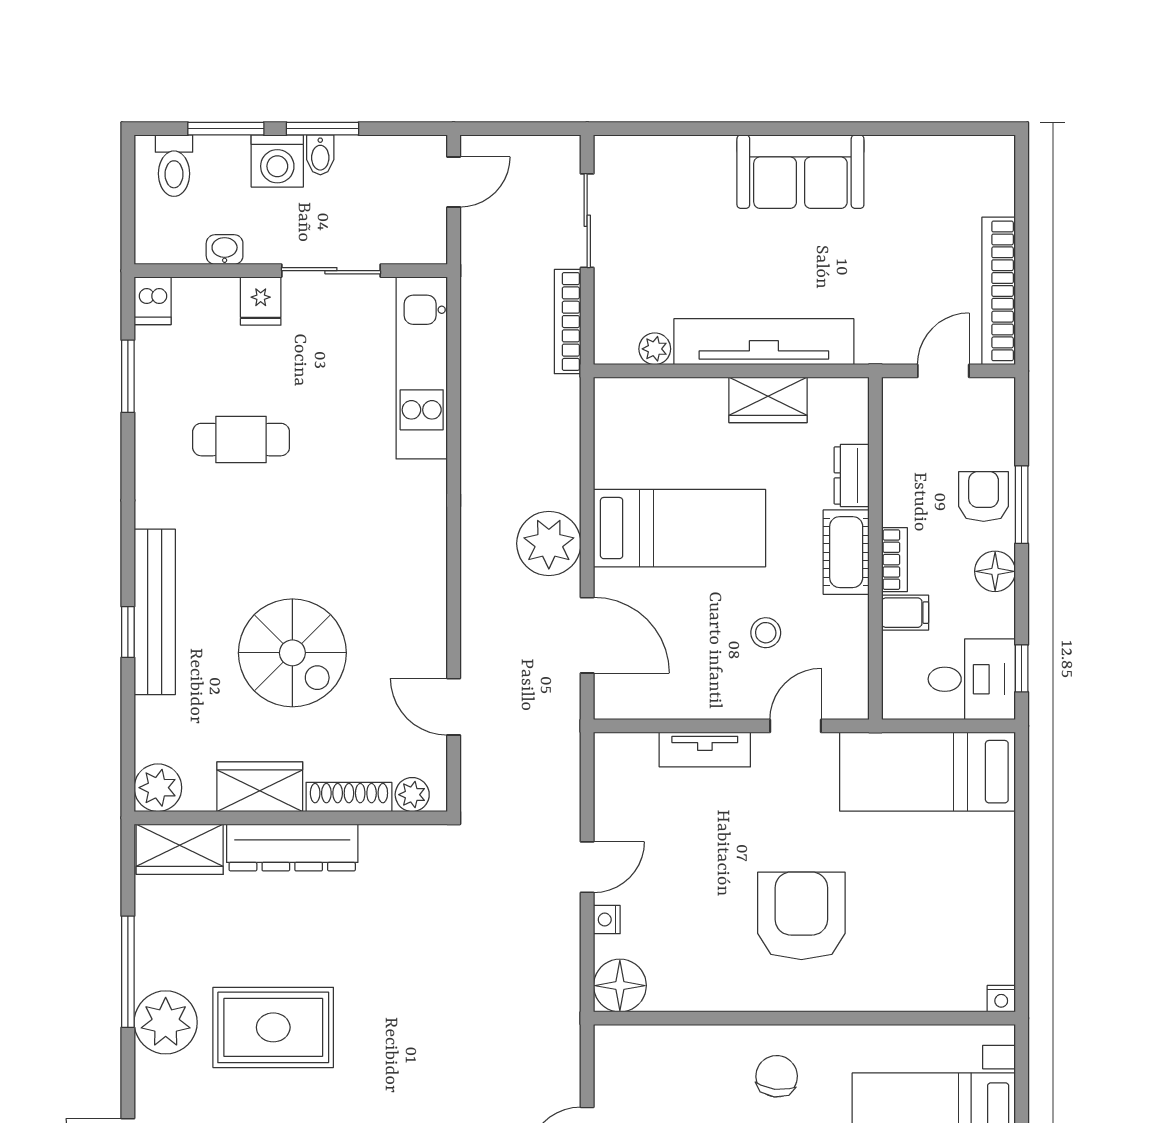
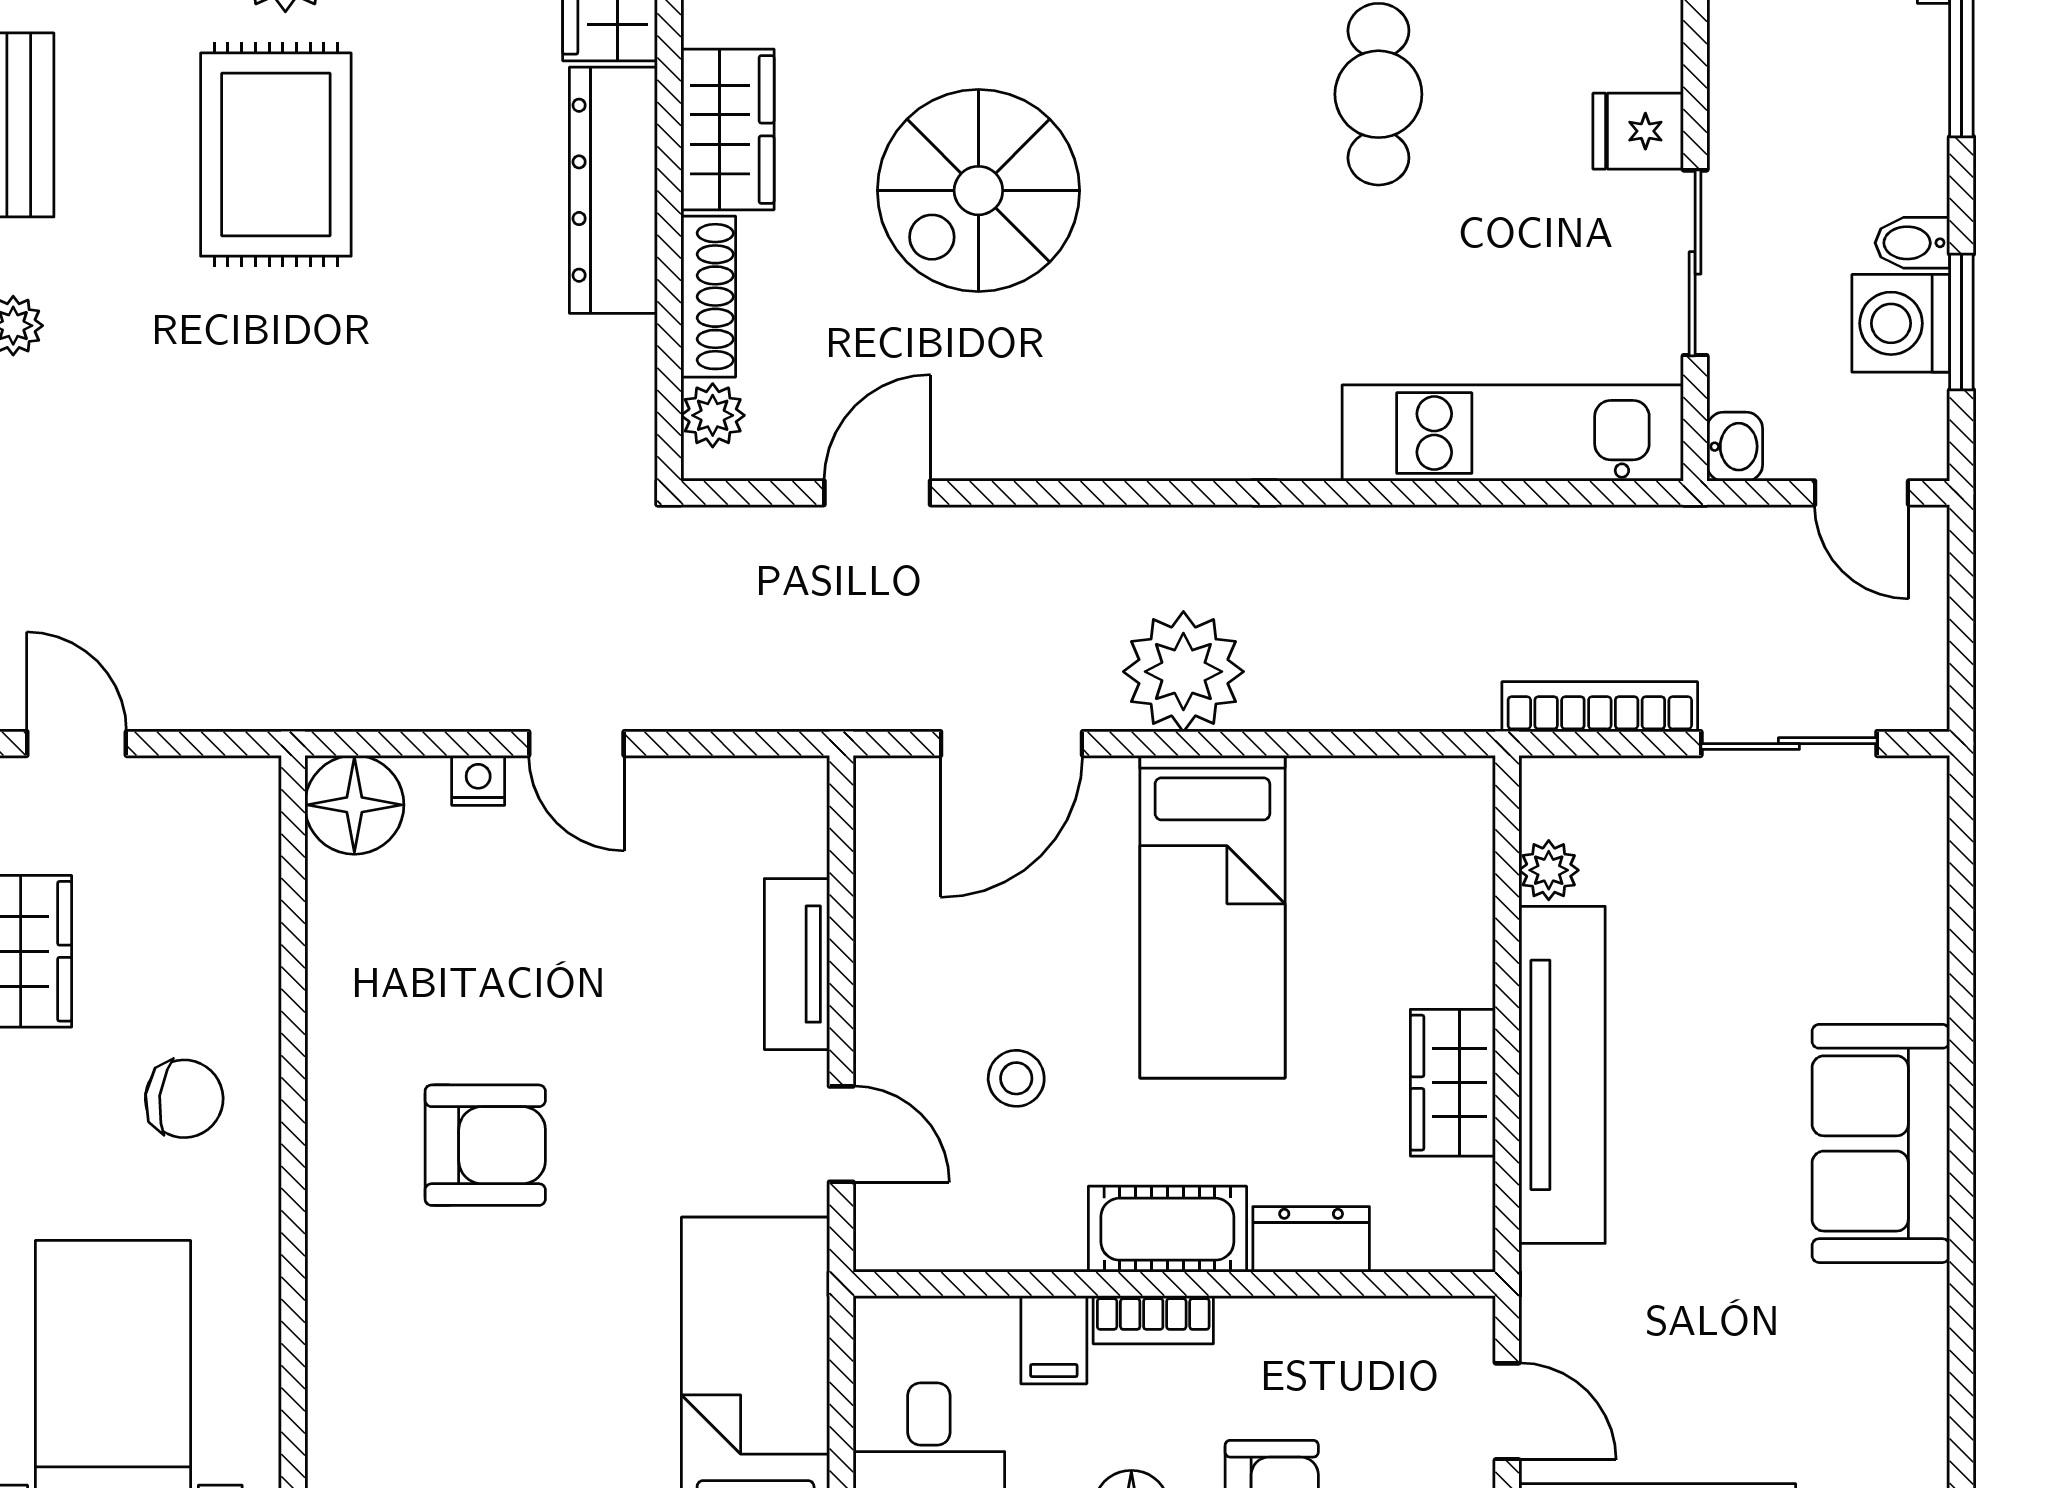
window: (322, 129) -> (1961, 322), moved
washing machine: (277, 161) -> (1901, 323), moved
washbasin: (225, 250) -> (1735, 447), moved
armchair: (801, 916) -> (485, 1145), width x0.73, depth x0.73

